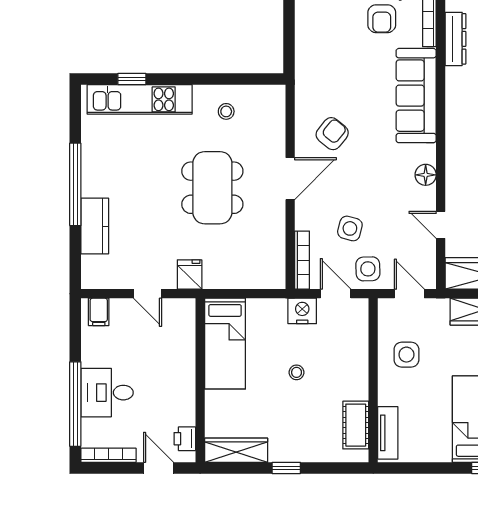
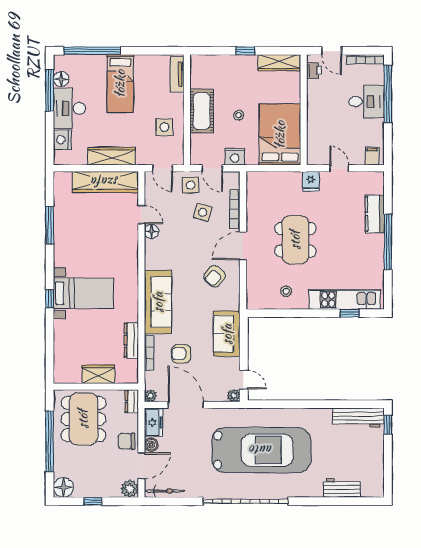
armchair: (382, 19) -> (181, 354), turned -90
sofa: (314, 49) -> (227, 334), added
floor lamp: (426, 175) -> (152, 231), moved
bookcase: (302, 260) -> (235, 209), moved
bed: (225, 344) -> (280, 135), width x1.50
cot: (356, 425) -> (202, 111), moved, width x1.37, depth x1.34

